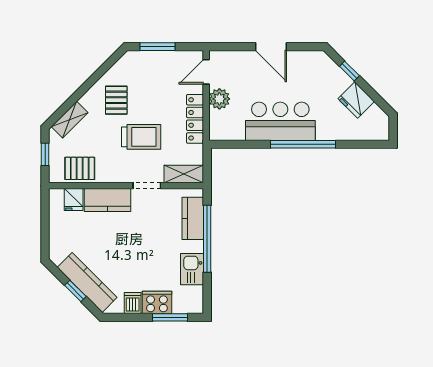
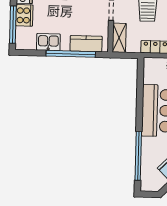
window: (303, 144) -> (138, 156), moved
window: (170, 317) -> (13, 25), width x1.44

